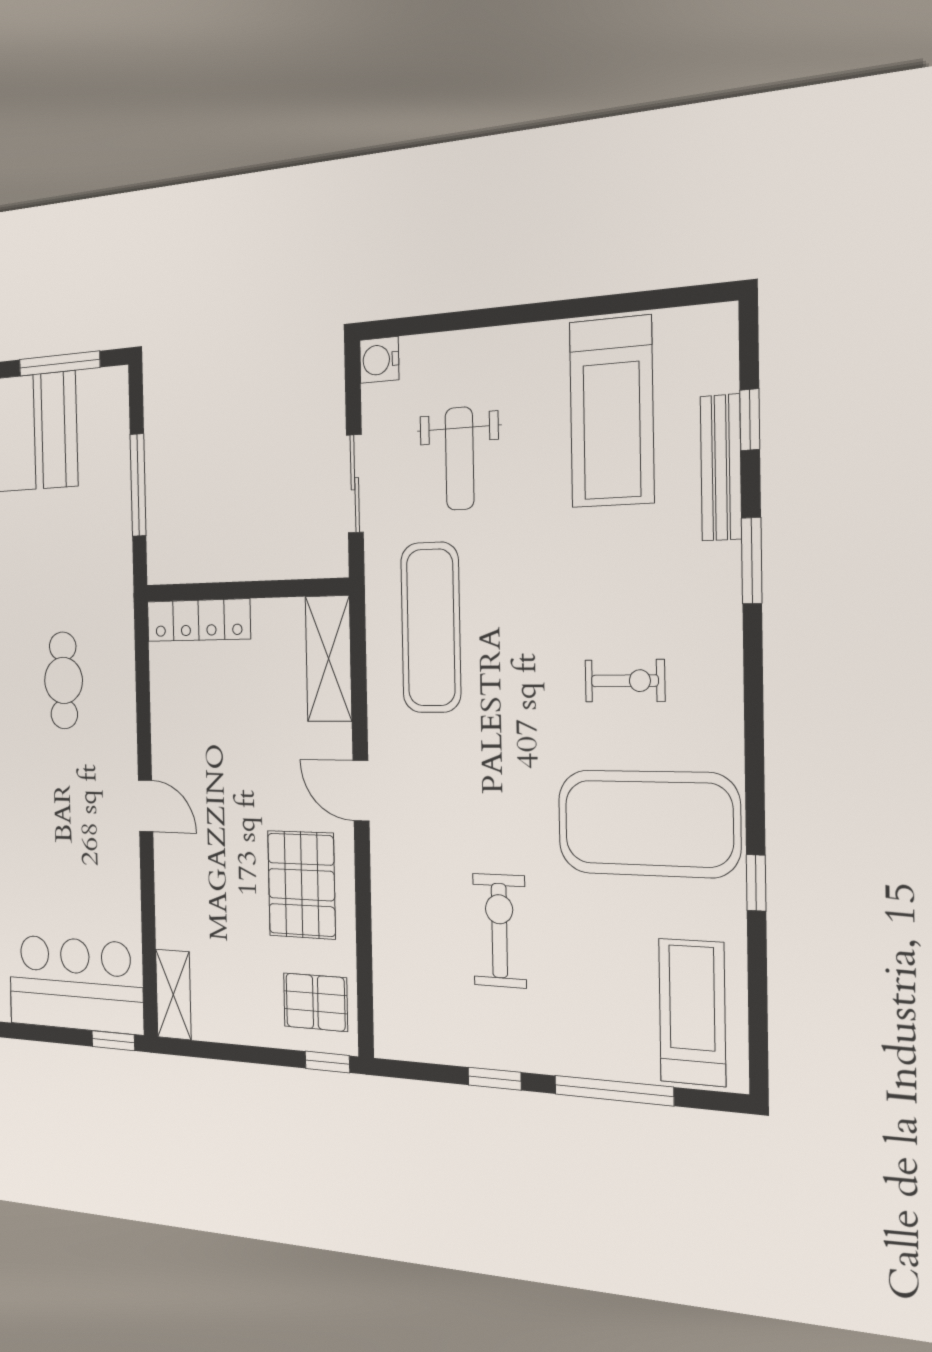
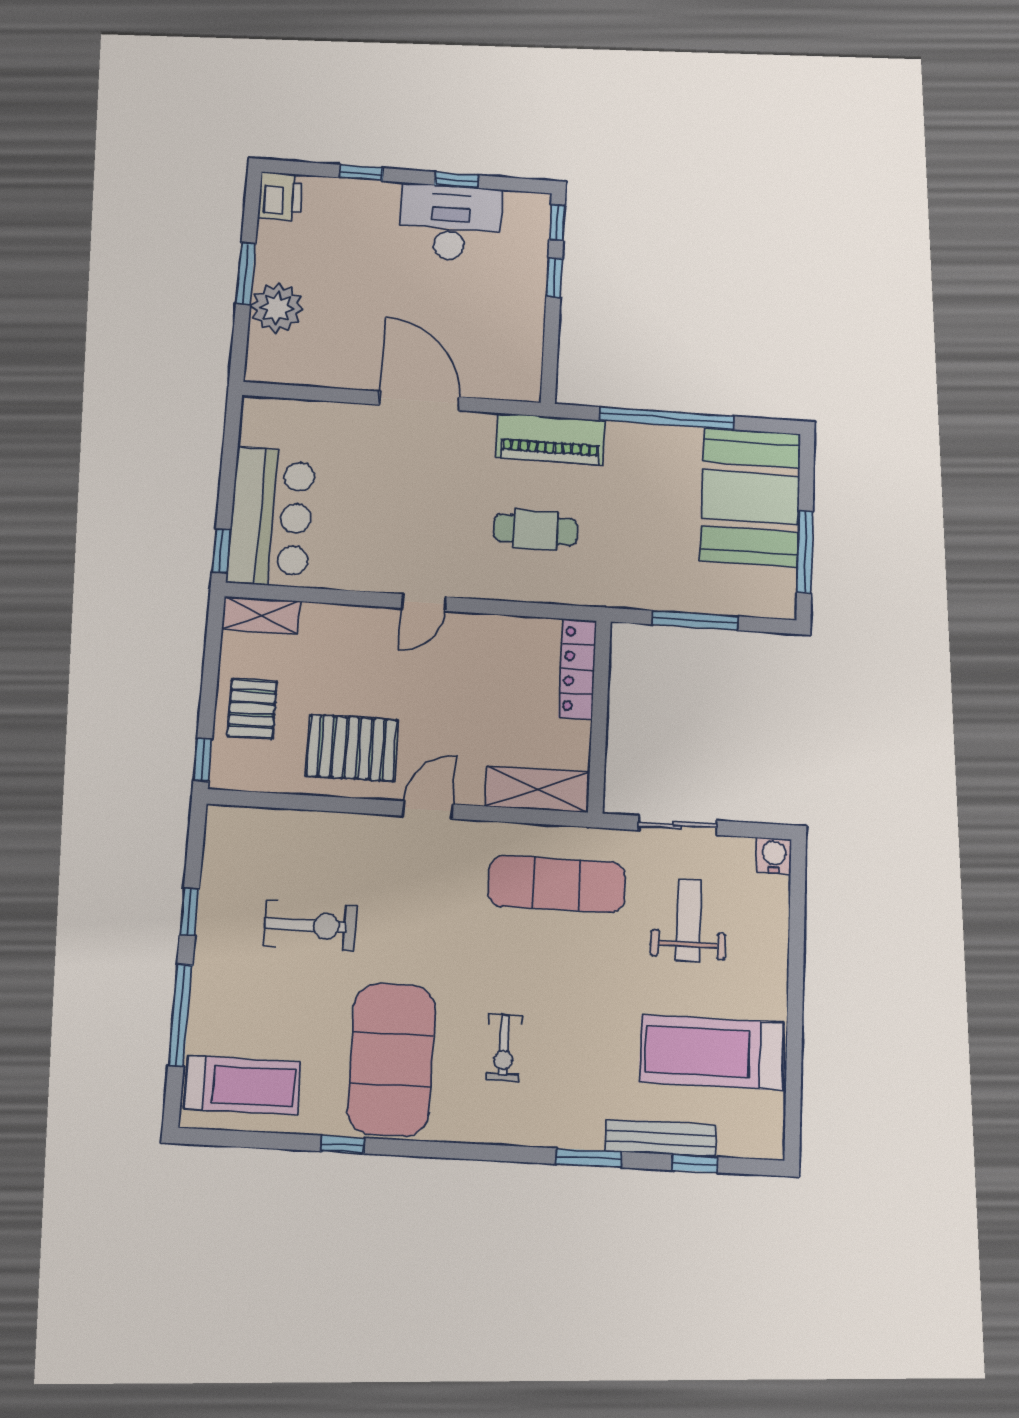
weight bench: (460, 459) -> (689, 920), turned 90
pallet: (315, 1002) -> (252, 709), moved

